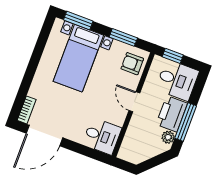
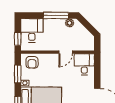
door: (134, 102) -> (66, 52), moved
printer: (172, 114) -> (54, 26), removed

